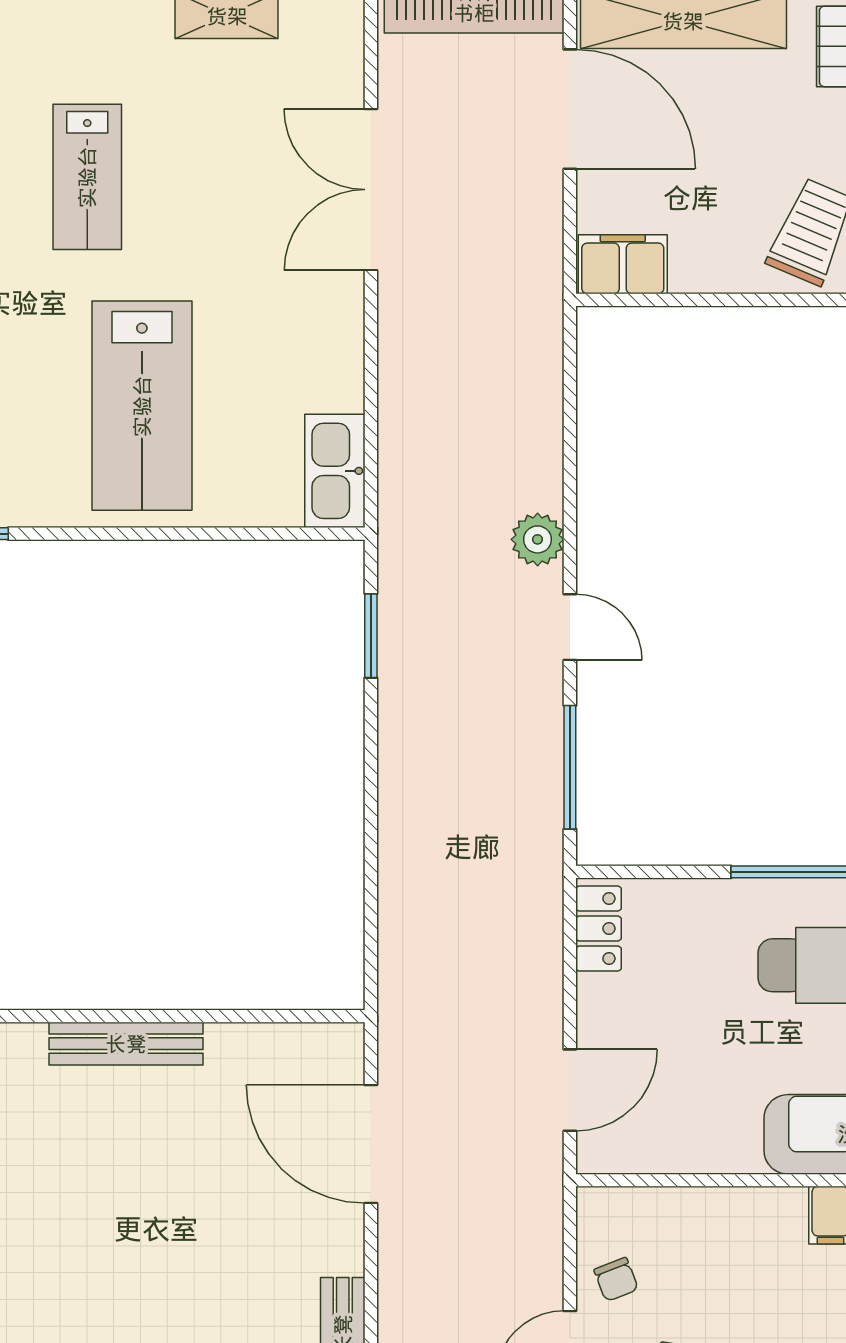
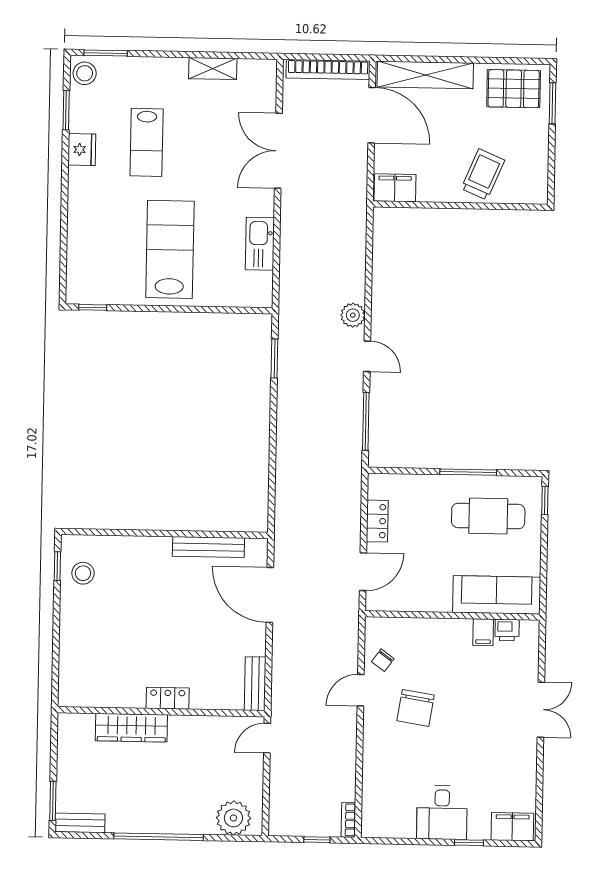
lab bench: (142, 406) -> (170, 249), turned 180
kitchen sink: (335, 471) -> (260, 244), moved
locker: (599, 929) -> (377, 521), moved
bench: (126, 1044) -> (208, 547), moved
chair: (616, 1279) -> (383, 660), turned 57

